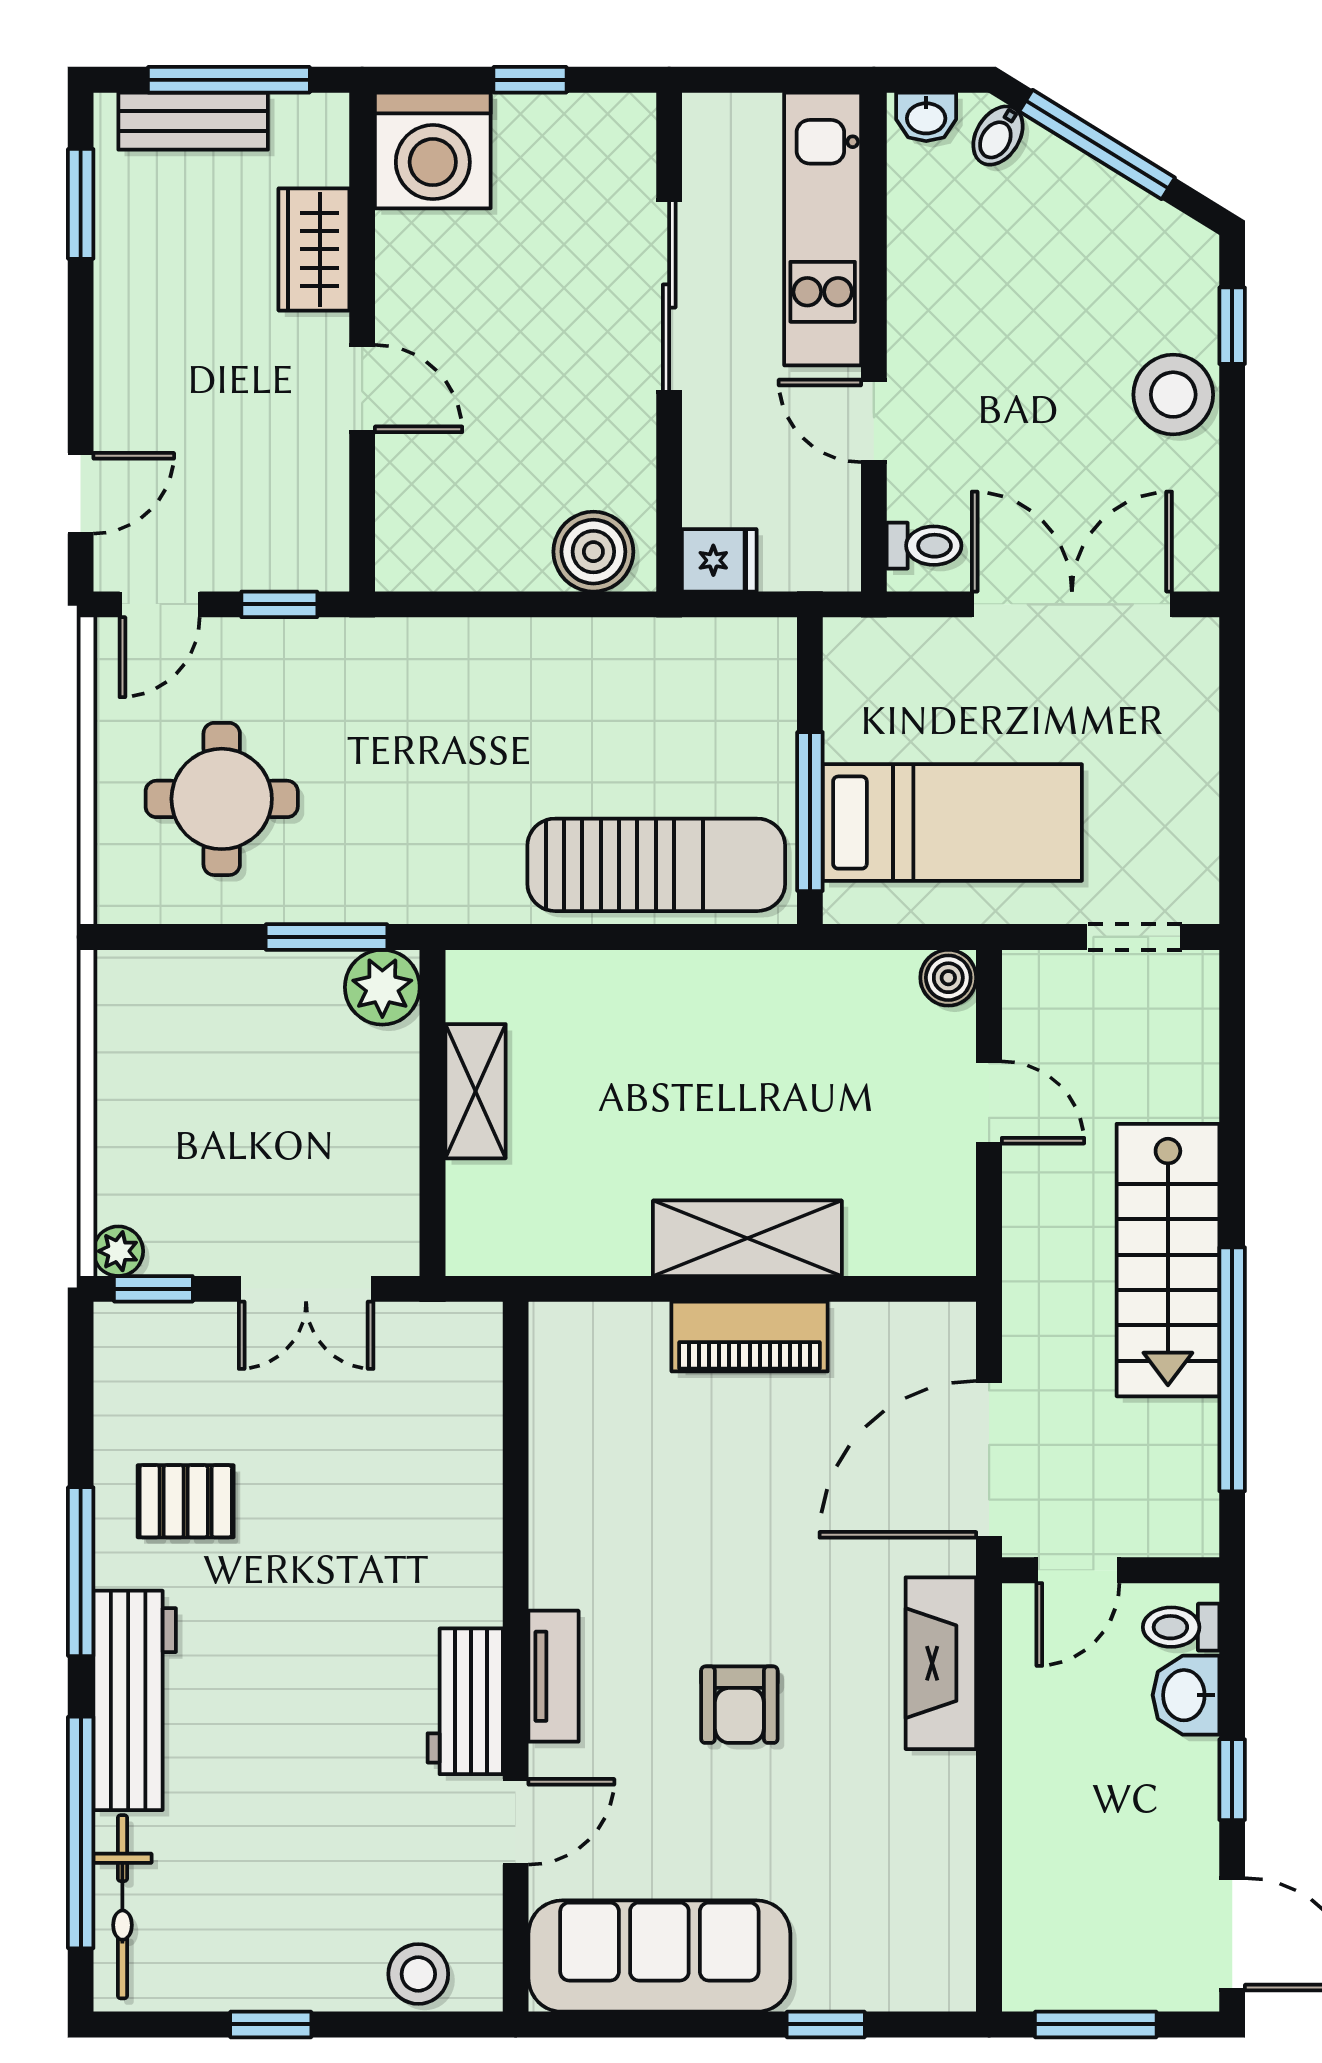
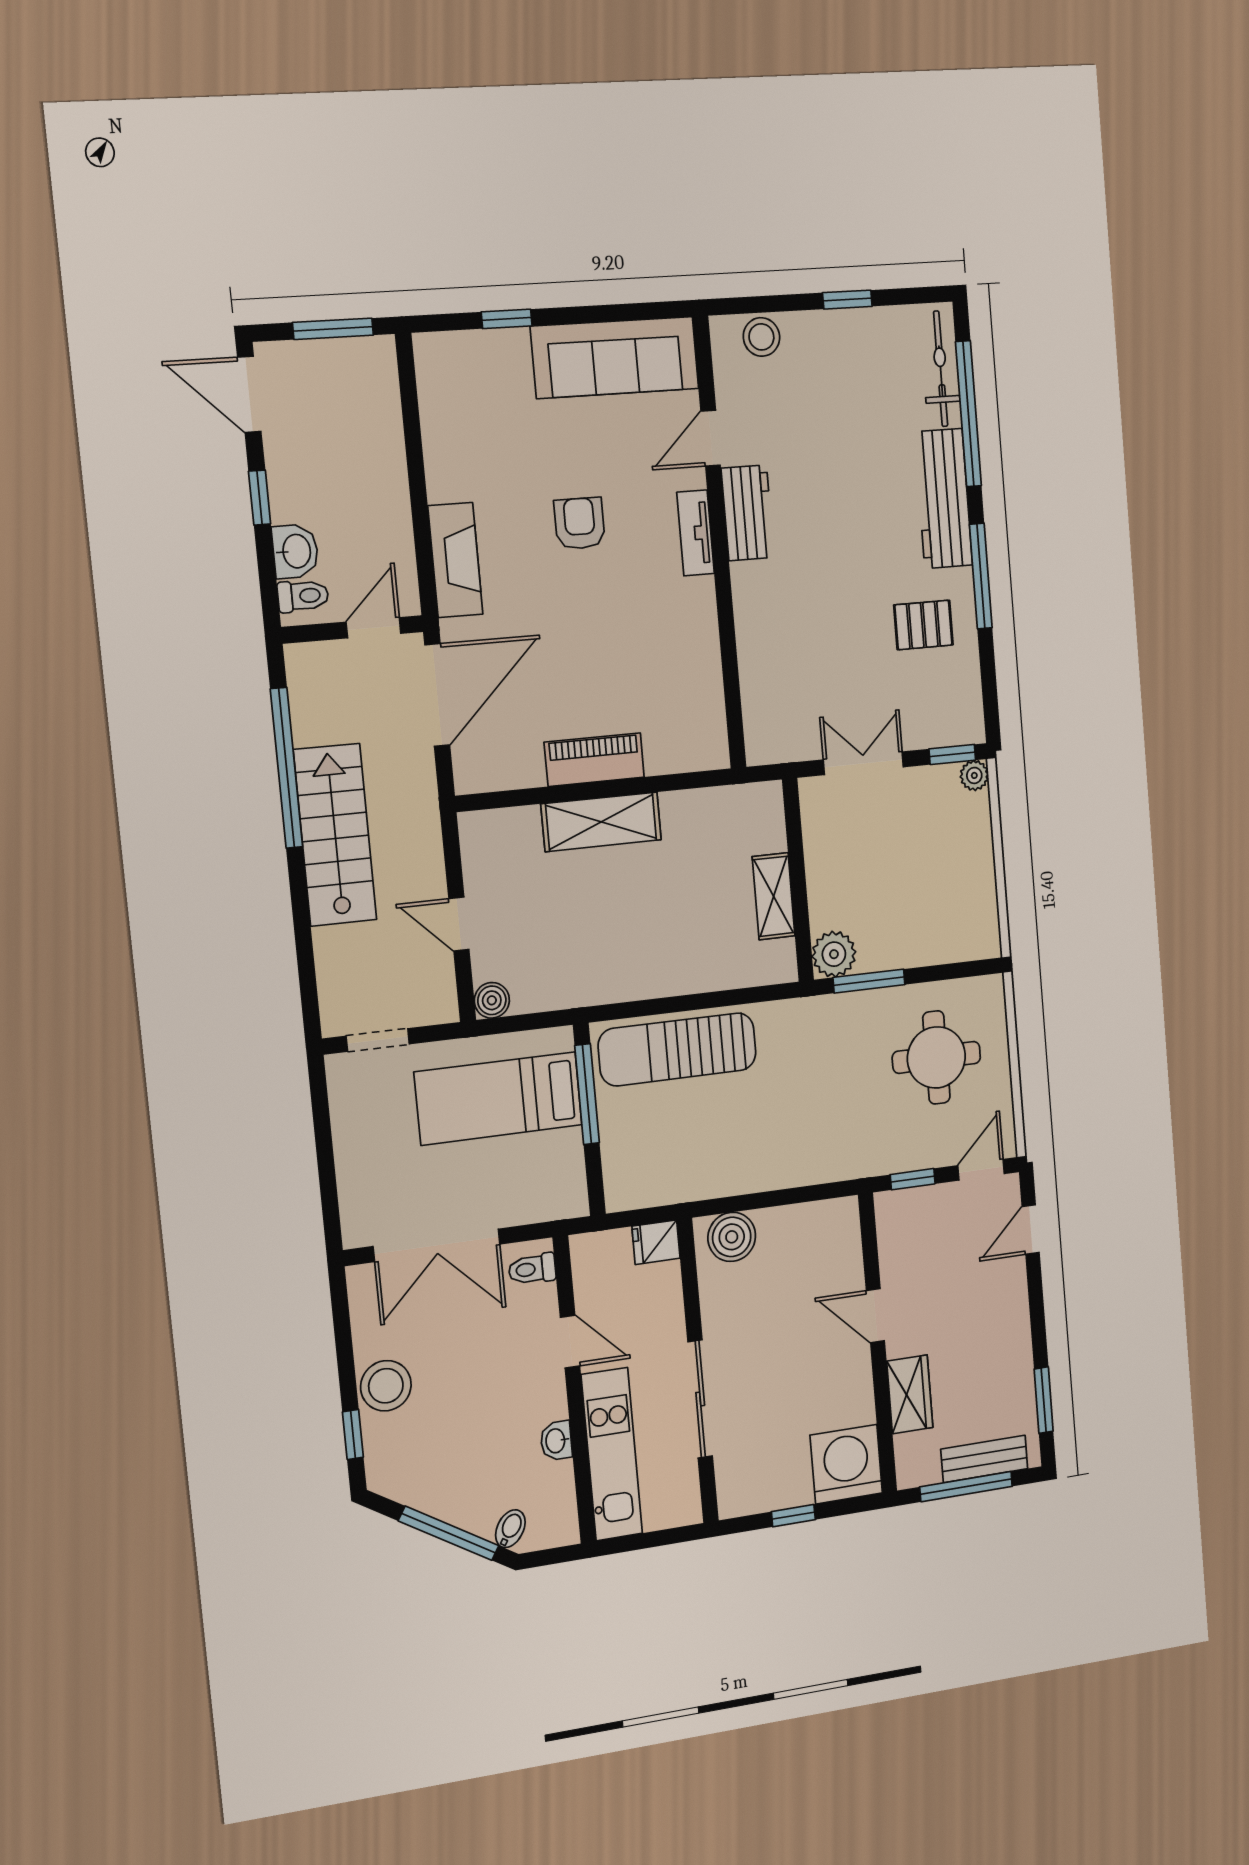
washbasin: (926, 117) -> (556, 1441), moved, turned -90

